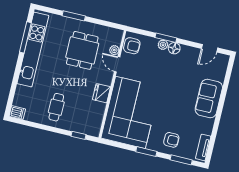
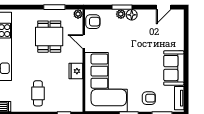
window: (74, 16) -> (54, 7), moved
plant: (114, 50) -> (78, 14), moved
sofa: (209, 98) -> (174, 68), moved

